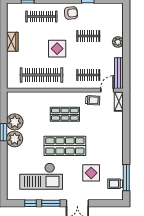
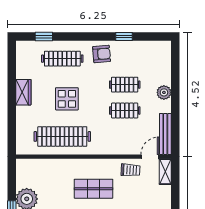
display table: (57, 49) -> (67, 99), moved
clothes rail: (88, 75) -> (125, 111), moved

